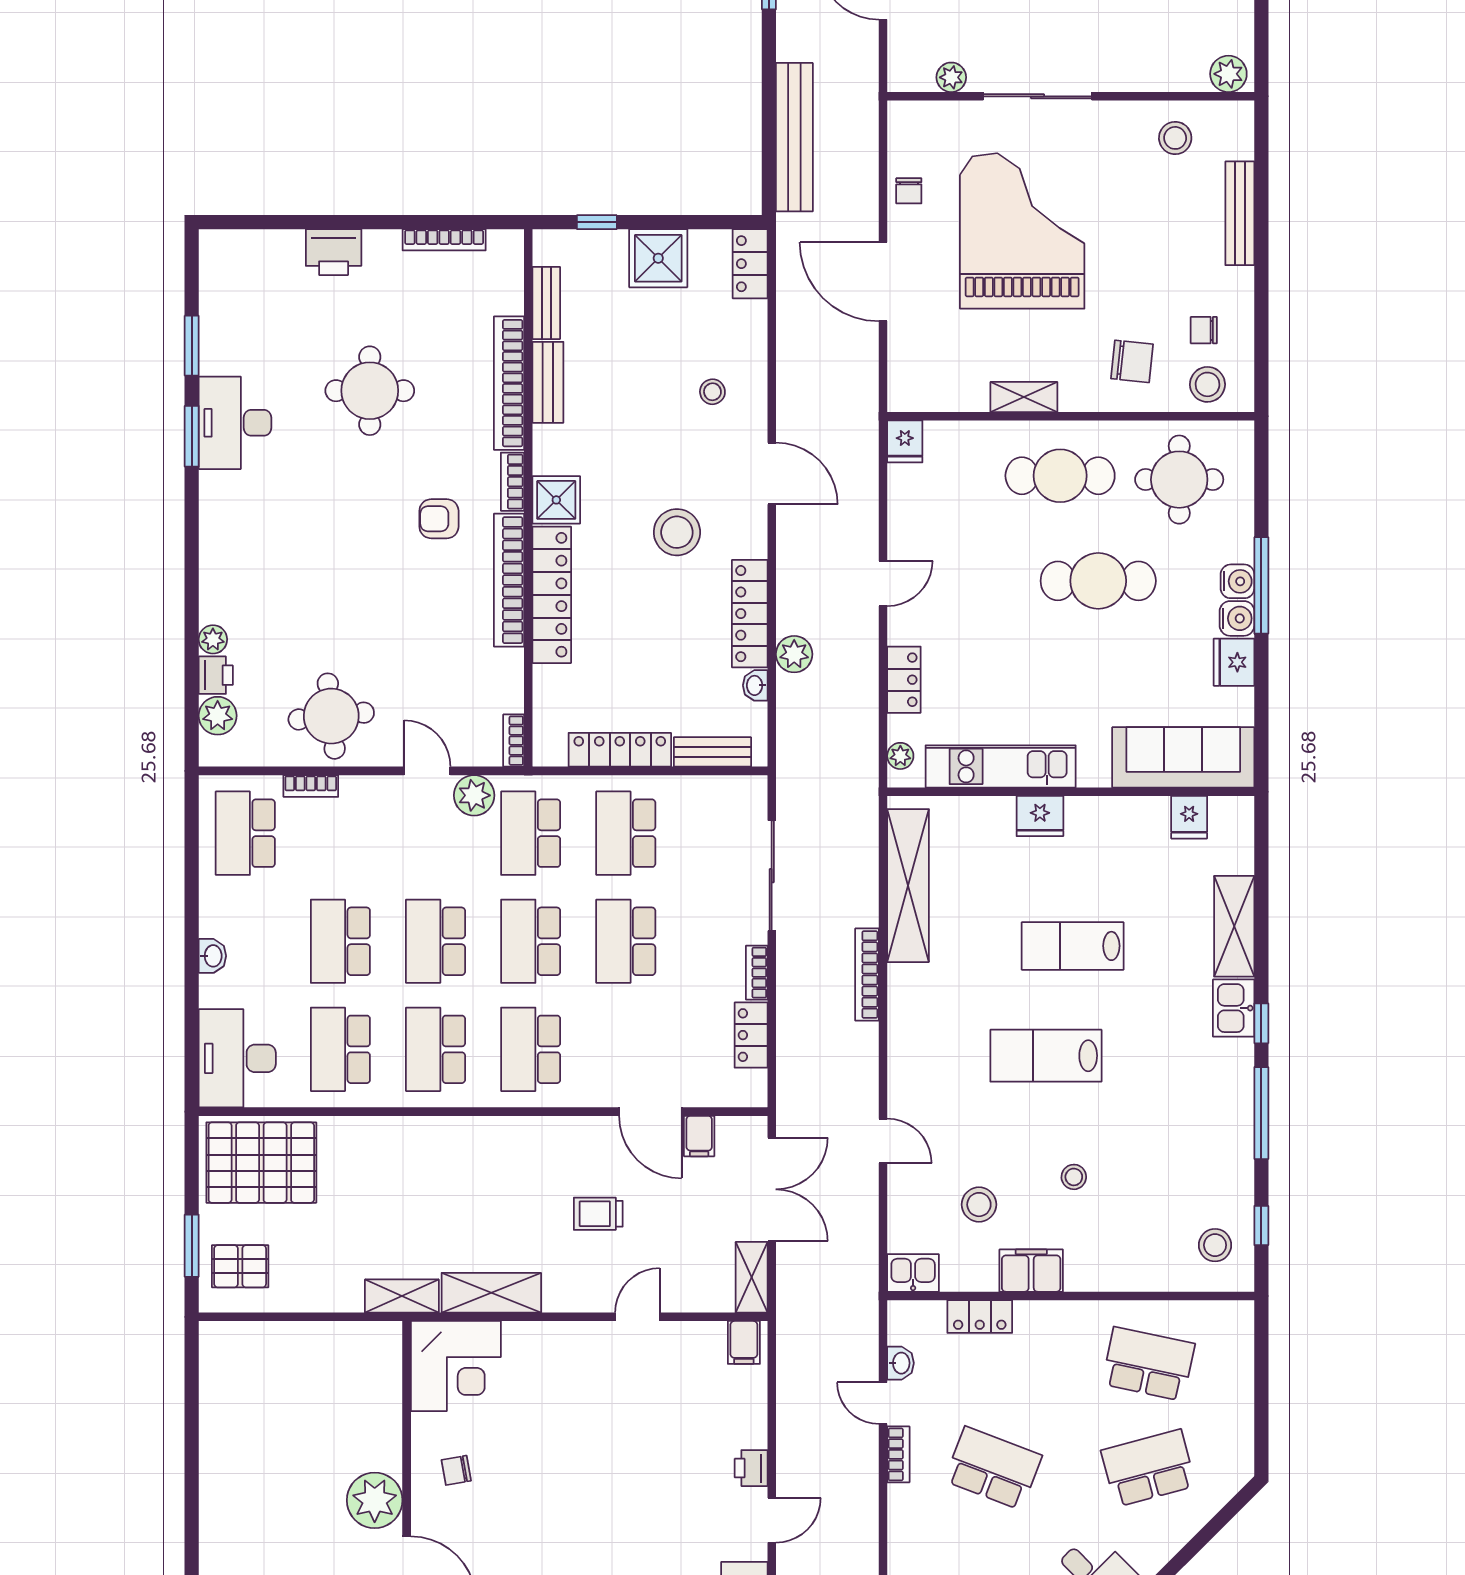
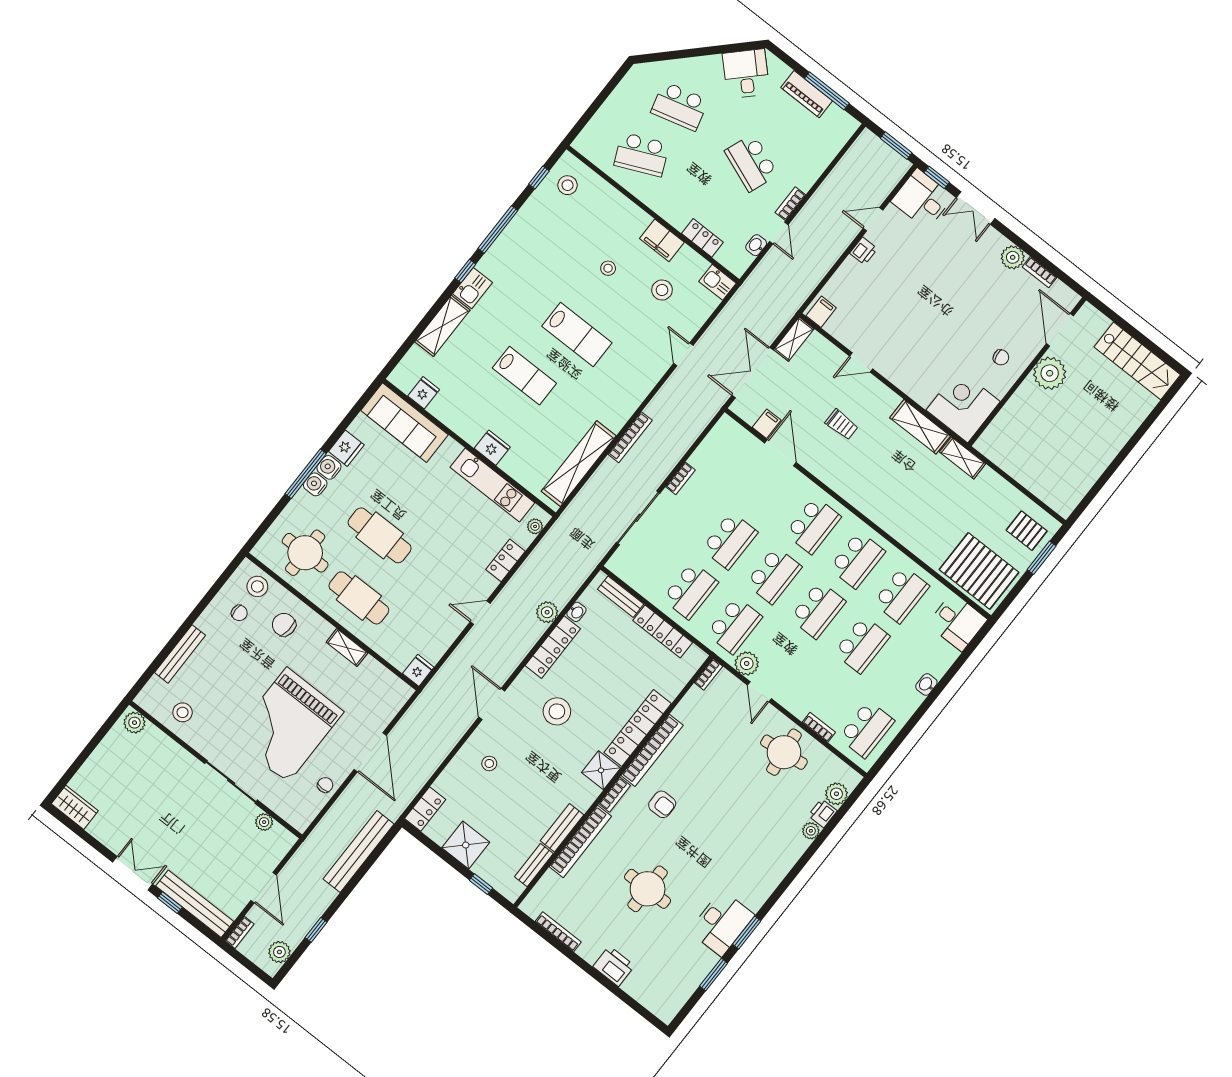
locker: (751, 1035) -> (706, 452), removed
desk: (237, 1058) -> (957, 622), width x0.73
school desk: (1148, 1364) -> (642, 154), turned -36

